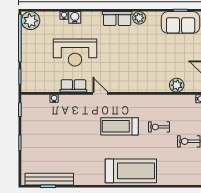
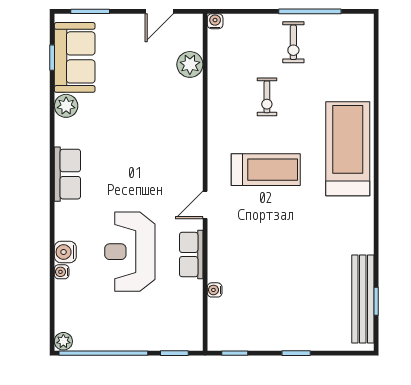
plant: (139, 18) -> (66, 106), moved
plant: (31, 21) -> (63, 341), width x0.53, depth x0.53
reception desk: (75, 52) -> (130, 252), turned 180
treadmill: (120, 126) -> (266, 170), turned -90

